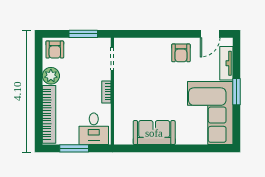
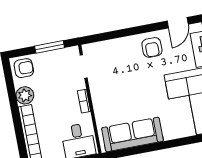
armchair: (55, 49) -> (24, 68), turned -90
sofa: (154, 133) -> (132, 134), width x1.36

